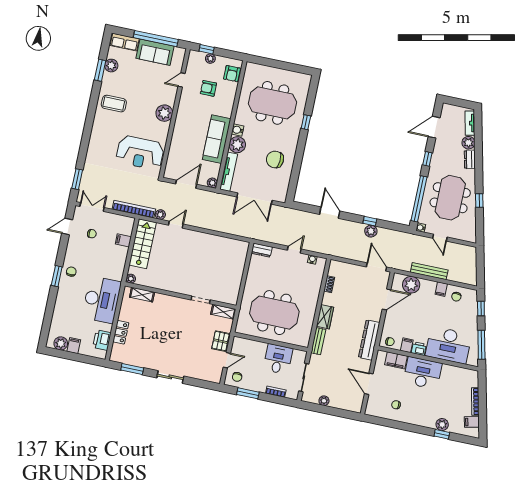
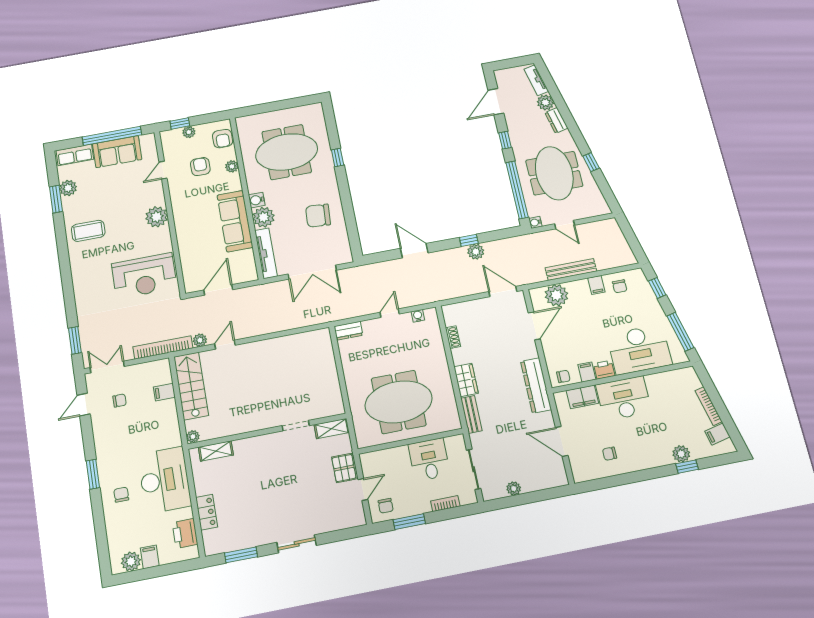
armchair: (208, 88) -> (200, 167), turned 90
plant: (212, 183) -> (232, 166), moved
chair: (71, 272) -> (121, 495), moved

